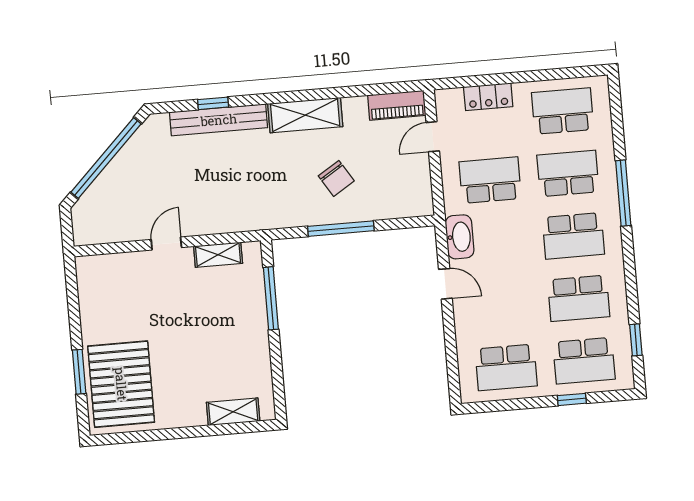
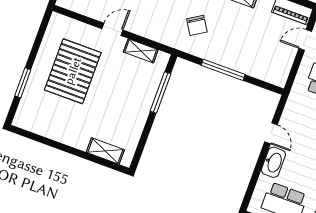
chair: (336, 178) -> (197, 25), moved
washbasin: (460, 237) -> (273, 162), moved
pallet: (121, 384) -> (73, 71), moved

